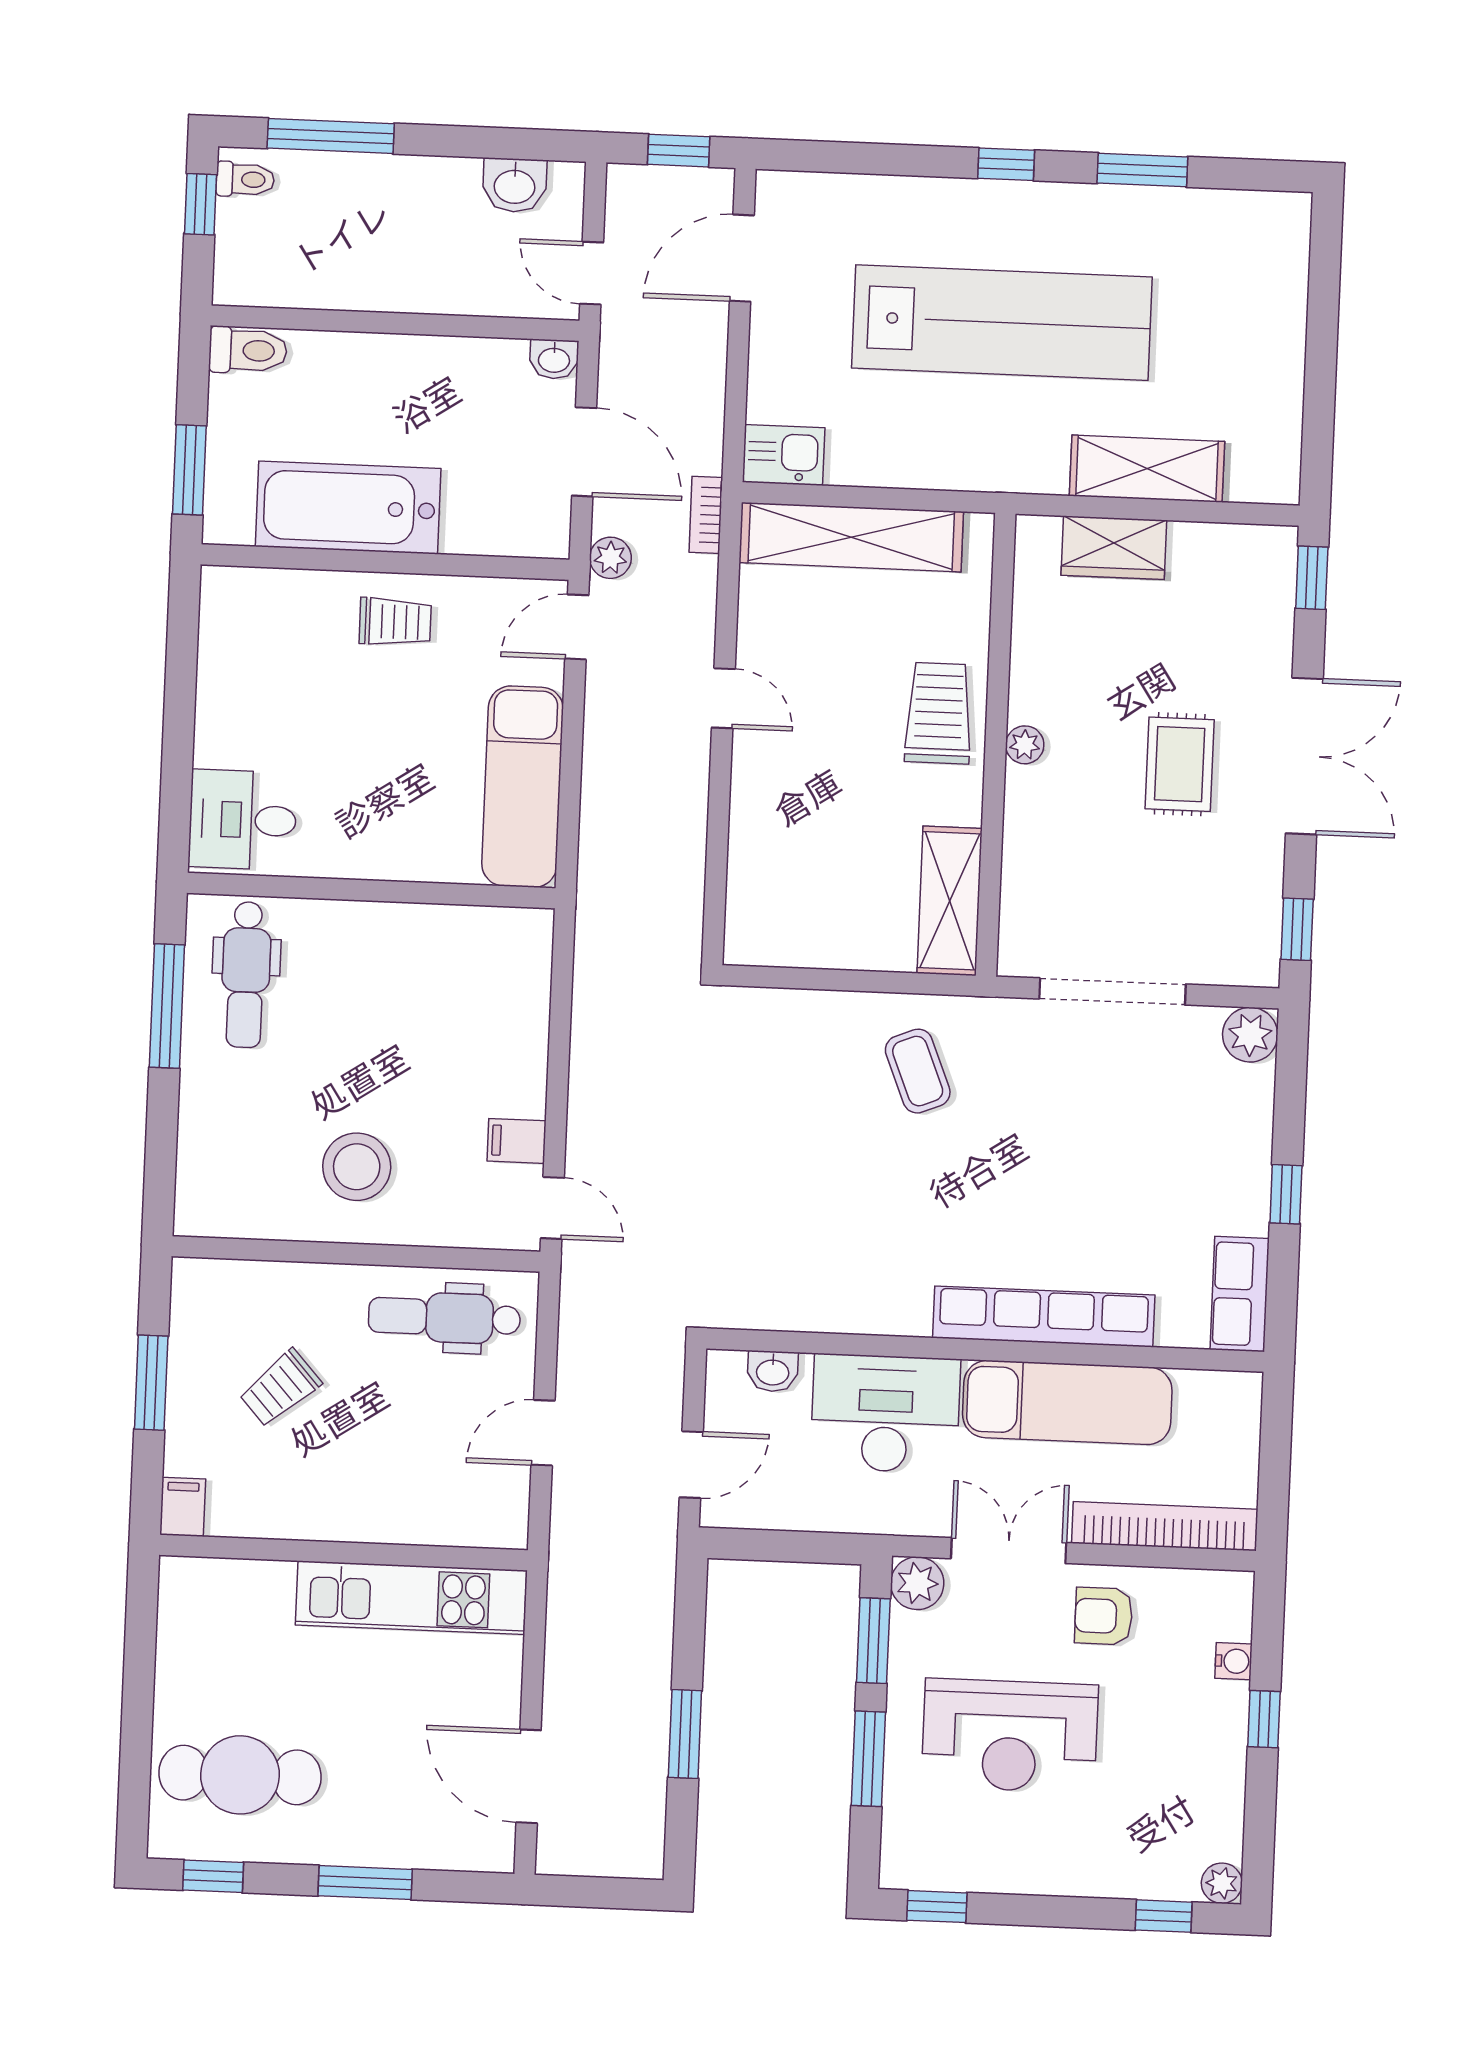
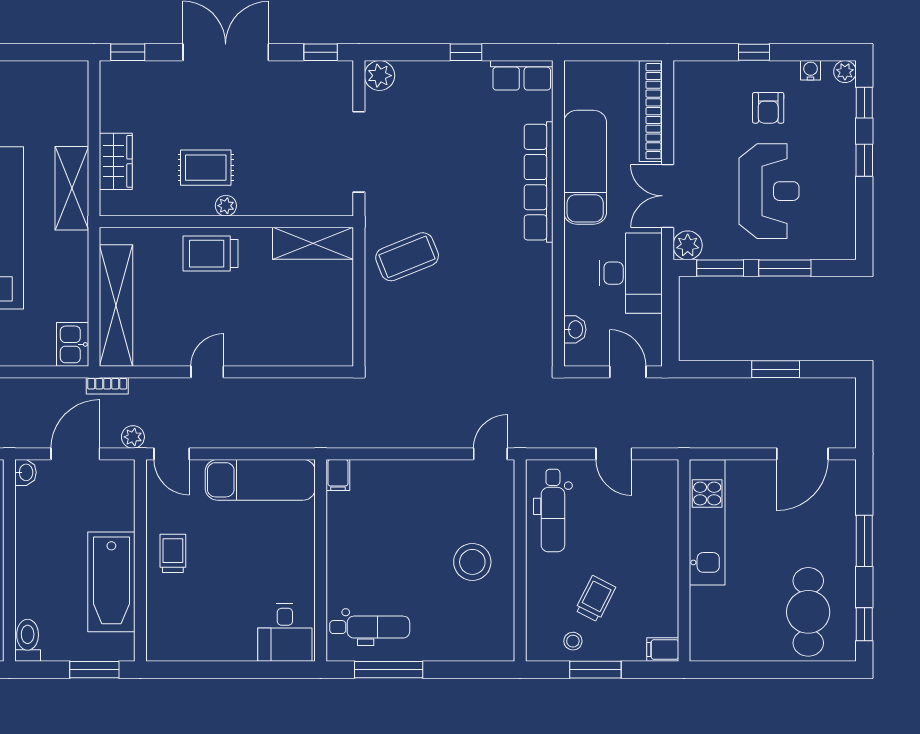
shelving: (1147, 469) -> (72, 188), moved
rug: (1180, 764) -> (206, 168), moved
coffee table: (918, 1071) -> (407, 257), width x1.36, depth x1.30
filing cabinet: (517, 1141) -> (338, 475), moved
stool: (205, 1344) -> (573, 641), added
trolley: (280, 1388) -> (595, 599), turned -111
desk: (885, 1414) -> (631, 273), moved, turned 180
armchair: (1104, 1616) -> (768, 108), moved
water cooler: (1234, 1661) -> (811, 70), moved
window: (937, 1907) -> (864, 160), moved

